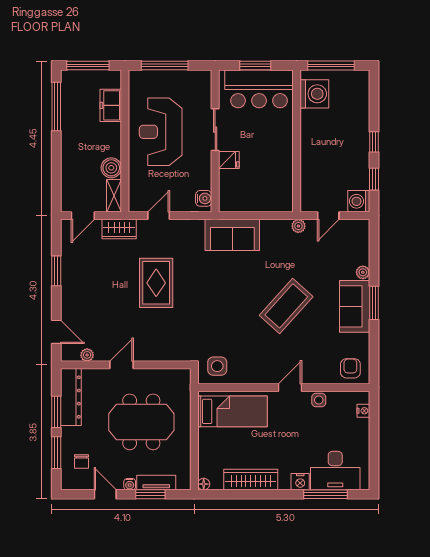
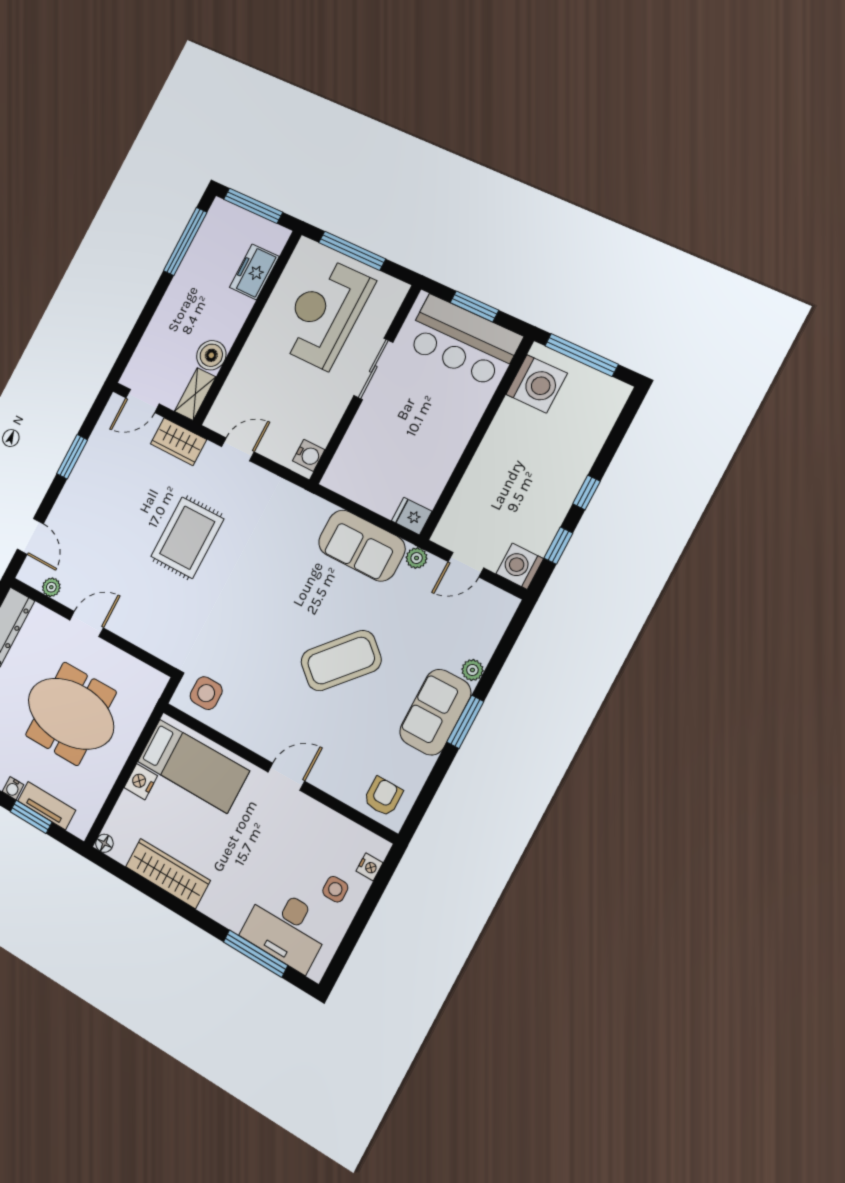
reception desk: (161, 132) -> (325, 313), moved
fridge: (229, 160) -> (412, 516), moved, turned 180
sofa: (232, 235) -> (362, 546), moved
side table: (319, 400) -> (335, 889), moved
nightstand: (300, 482) -> (141, 782), moved, turned 90

